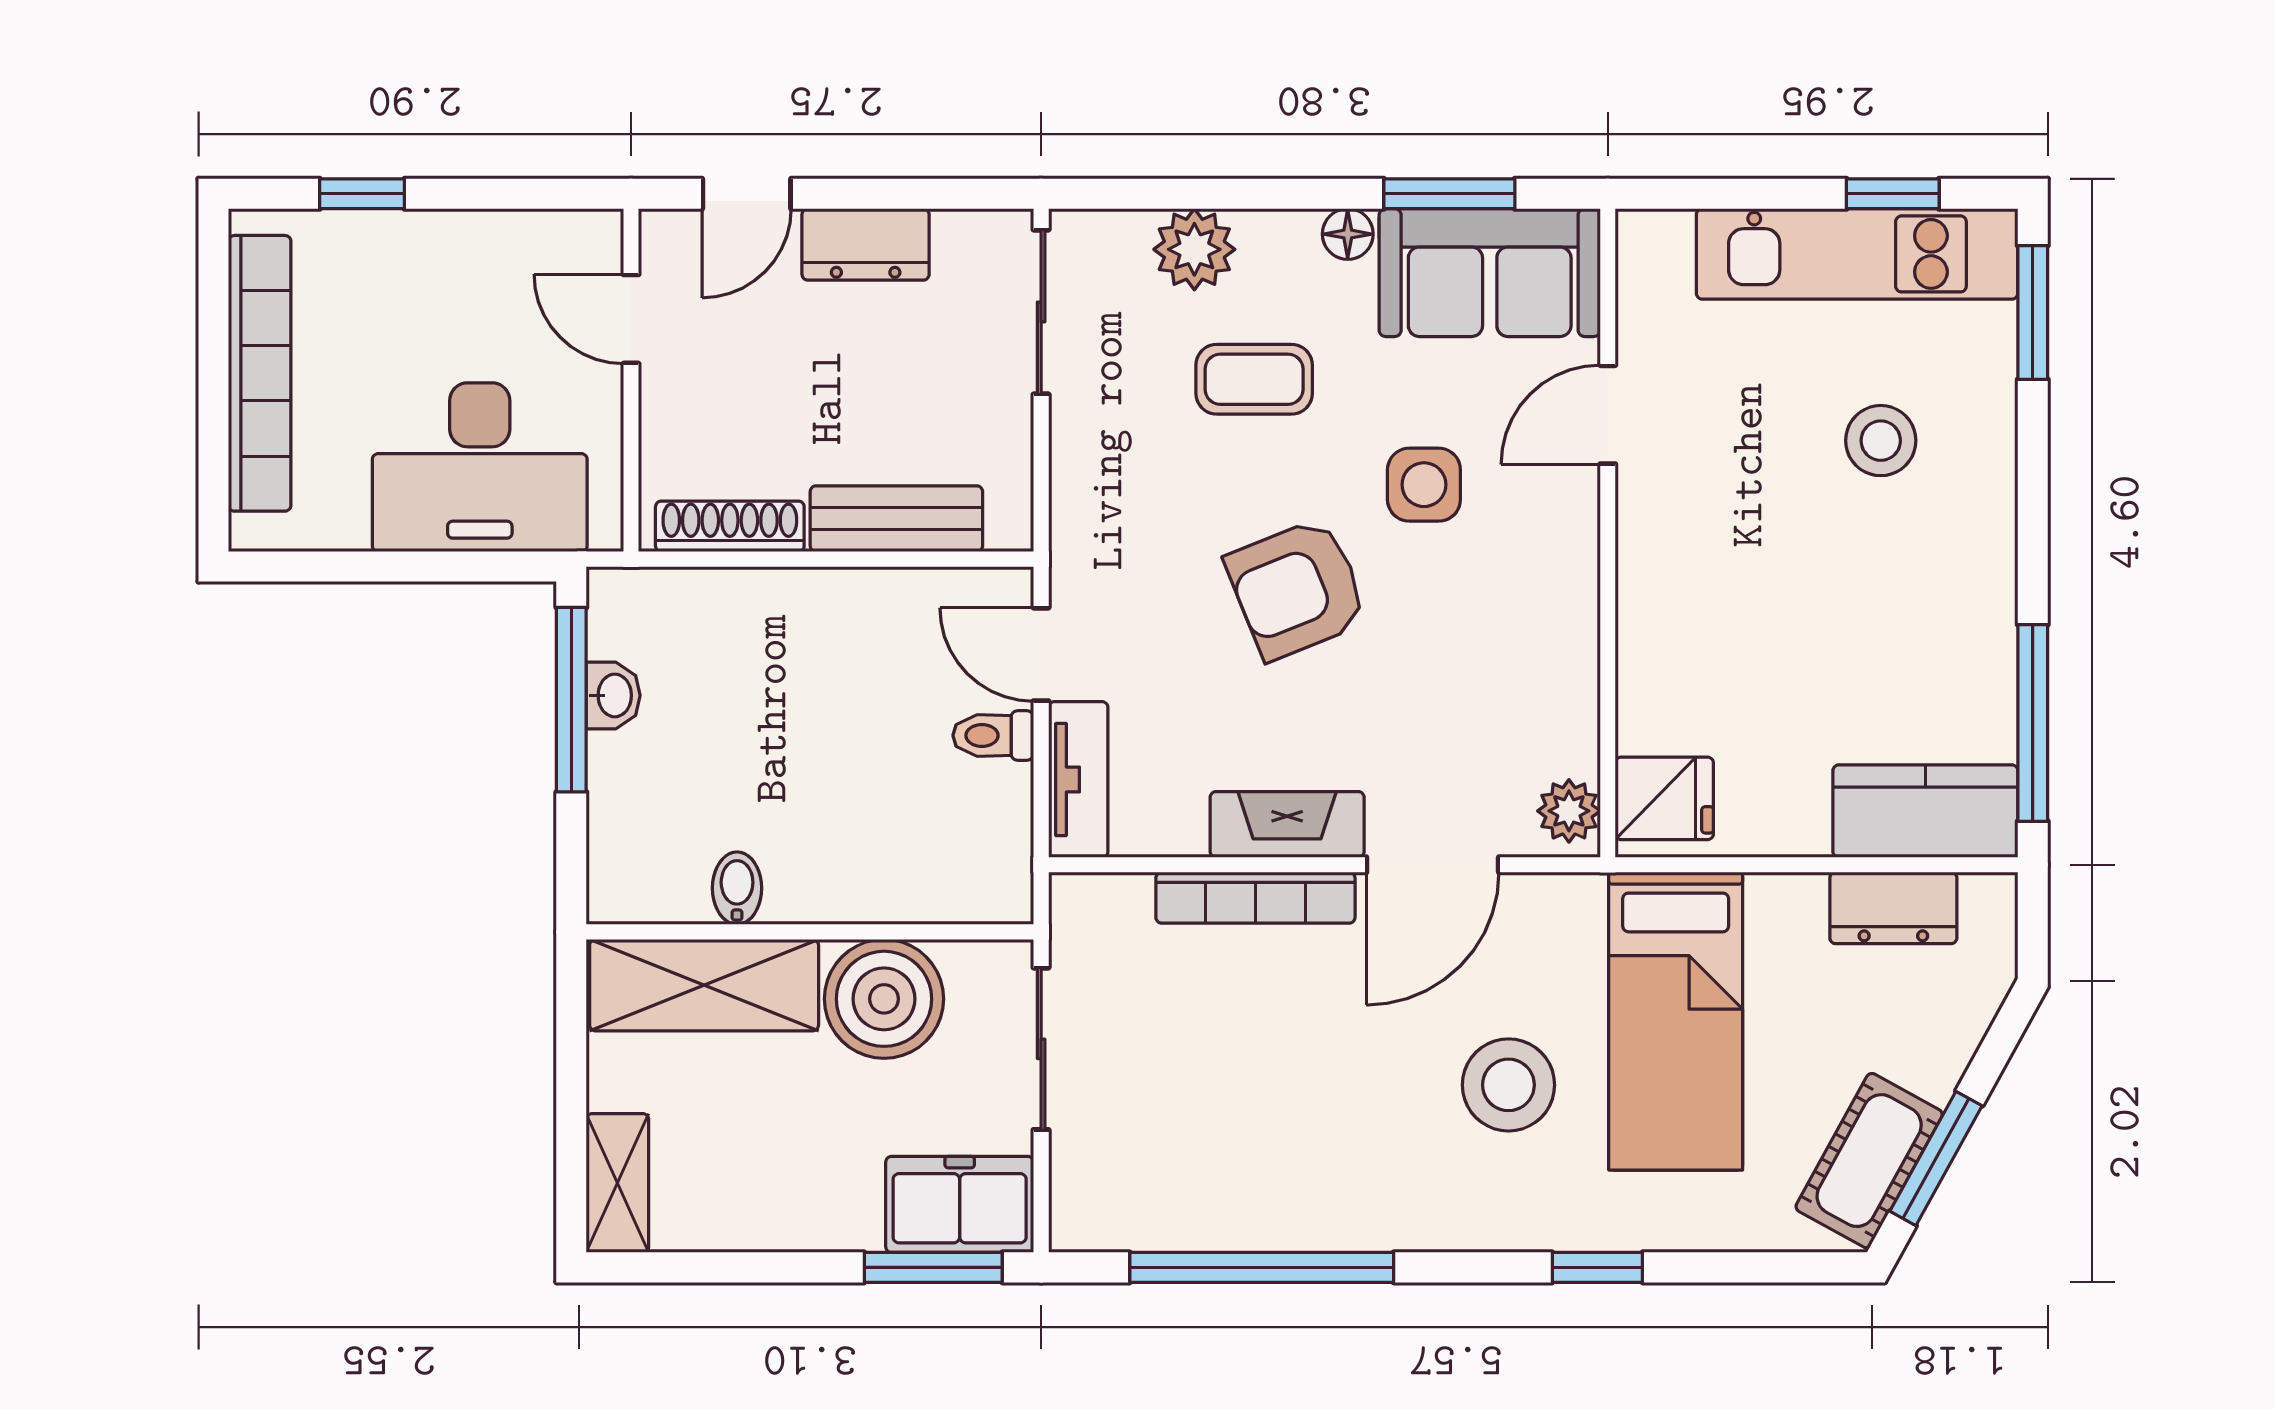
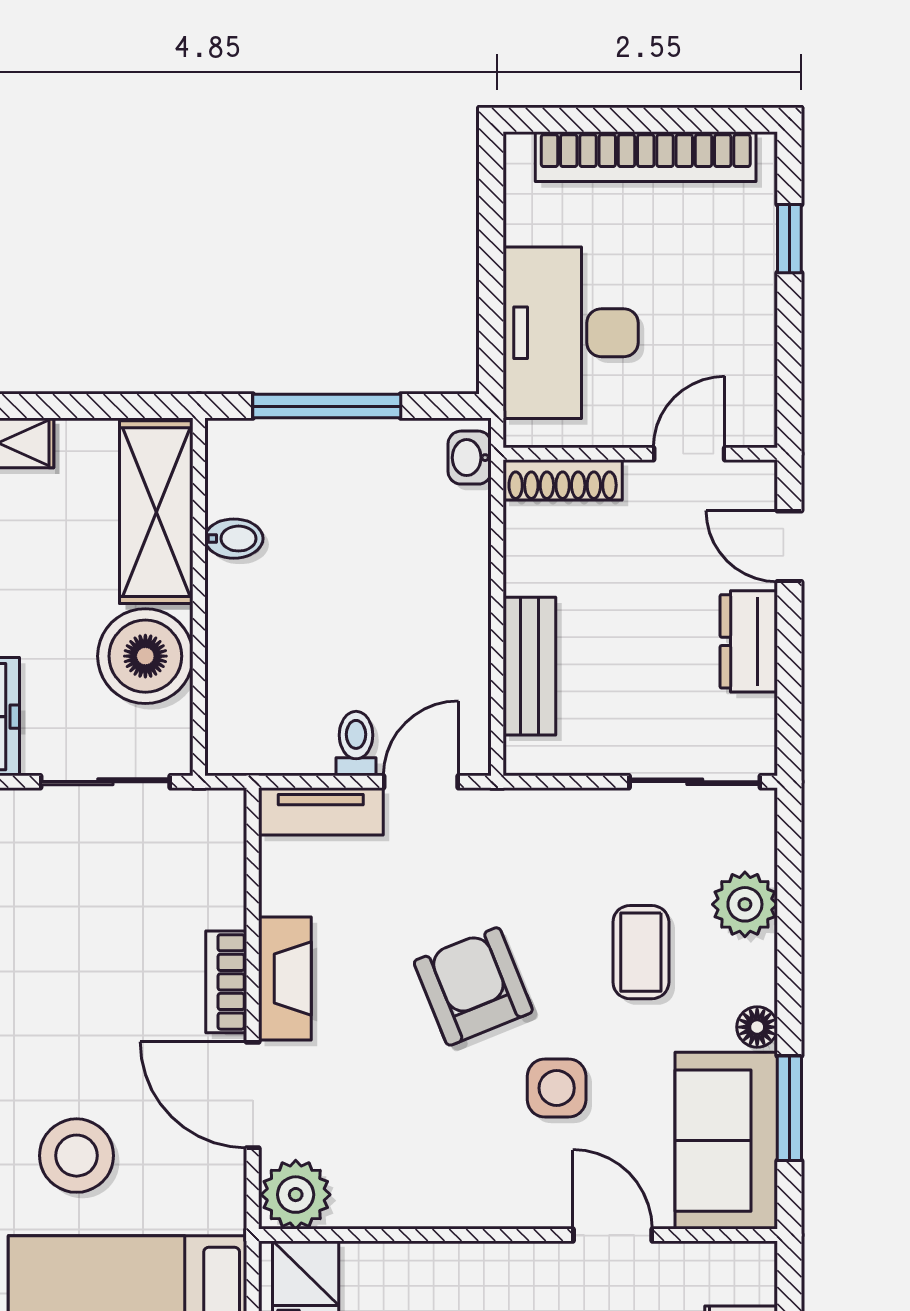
shoe rack: (730, 526) -> (563, 480), moved, turned 90
washbasin: (613, 695) -> (470, 458), moved, turned 90
window: (571, 700) -> (327, 406), moved
plant: (1569, 811) -> (296, 1195), width x1.38, depth x1.38
bookcase: (1255, 898) -> (226, 982), width x0.64

